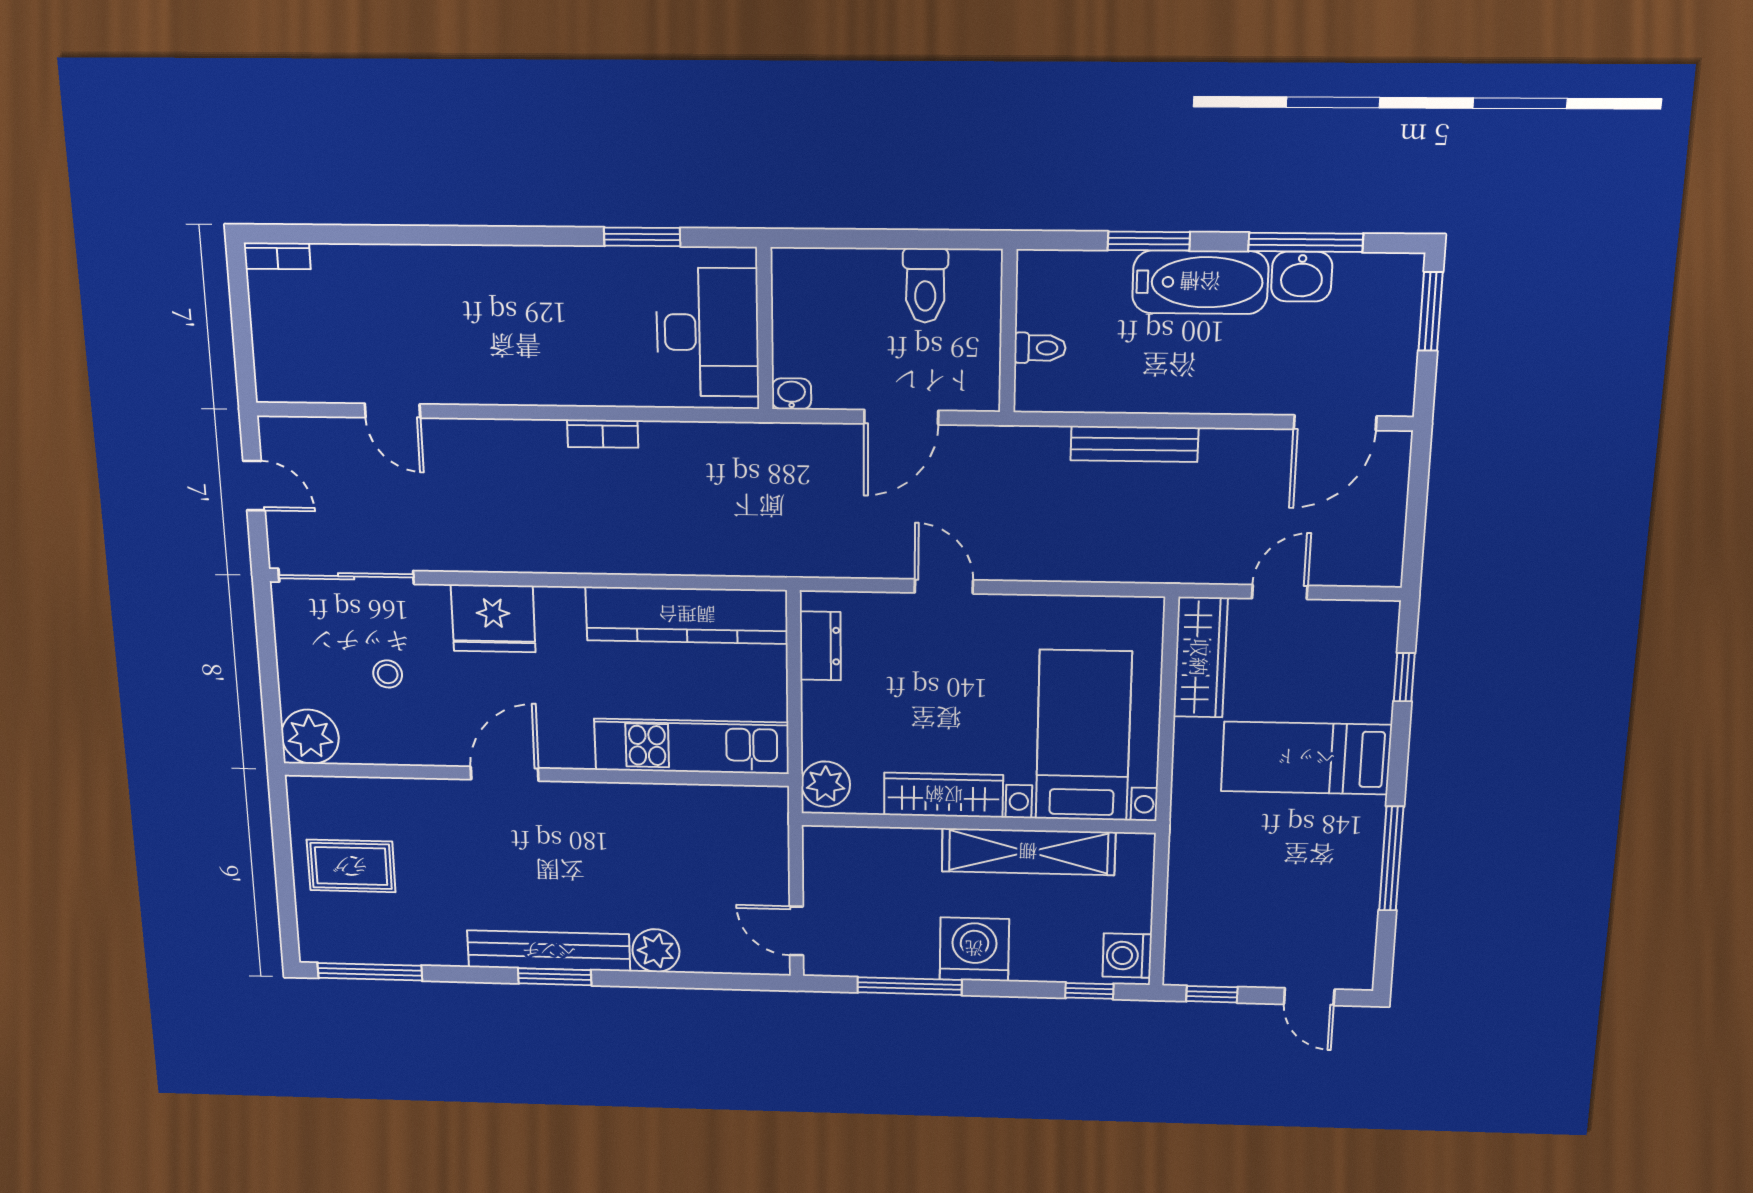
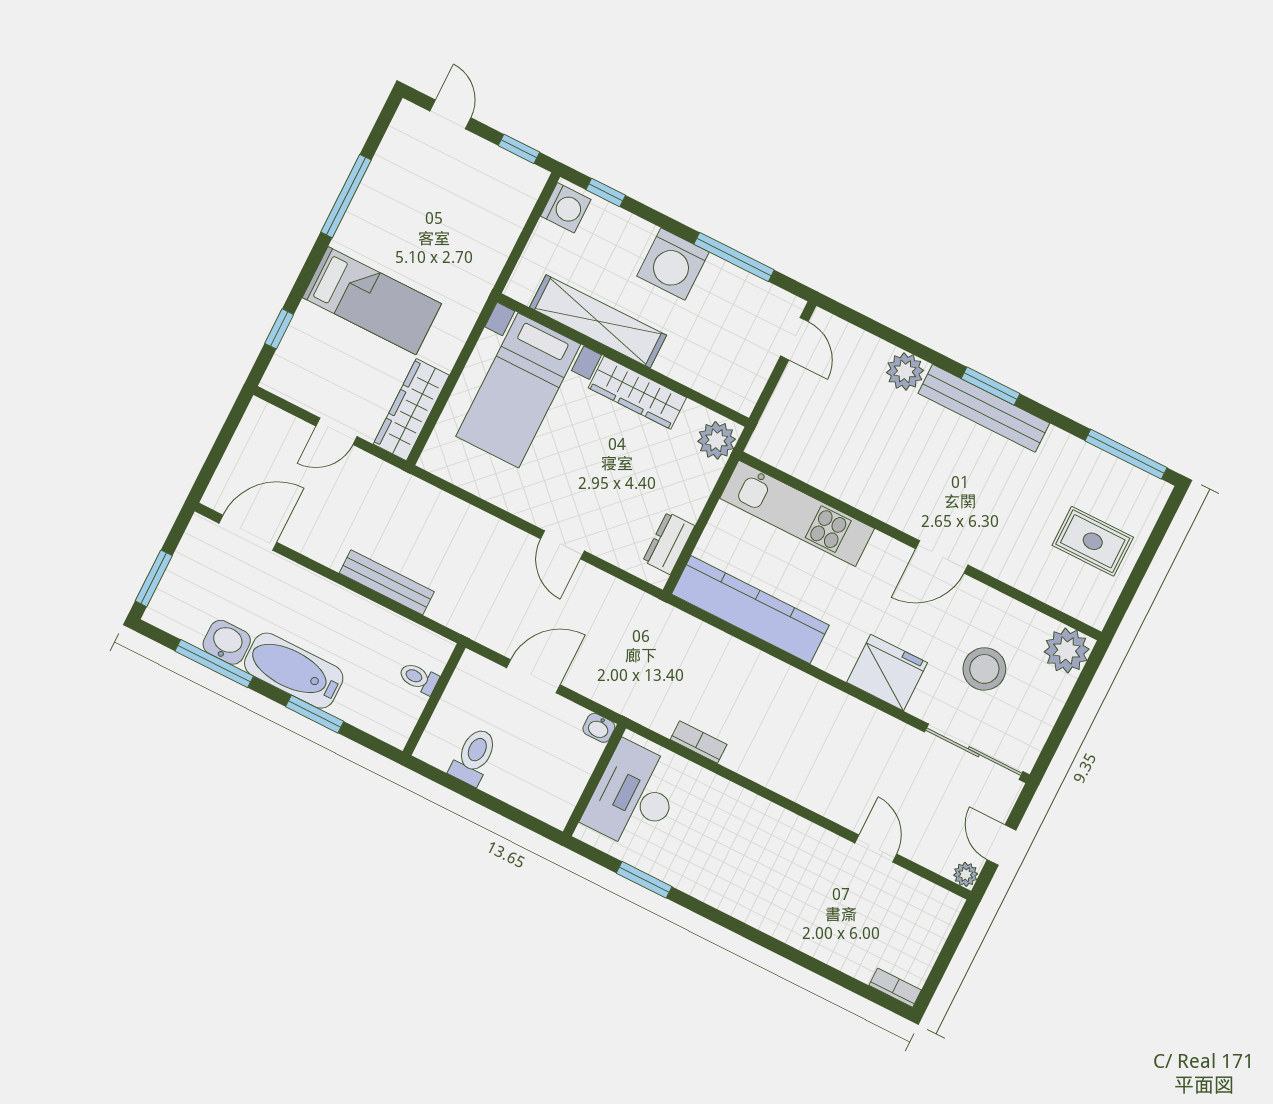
plant: (274, 431) -> (966, 874), added
bookcase: (603, 434) -> (699, 742), moved
stool: (388, 674) -> (984, 669), width x1.89, depth x1.89

